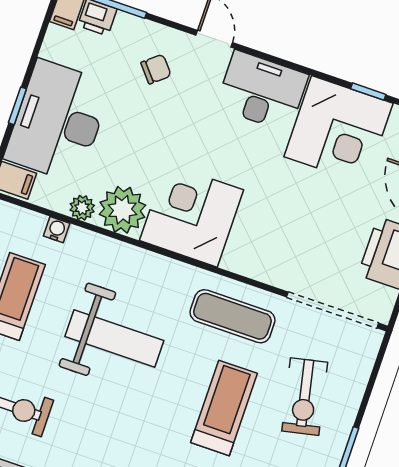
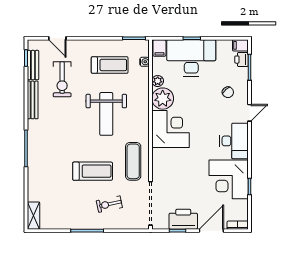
water cooler: (57, 230) -> (144, 62), moved
exercise bike: (305, 397) -> (109, 204), width x0.73, depth x0.72

